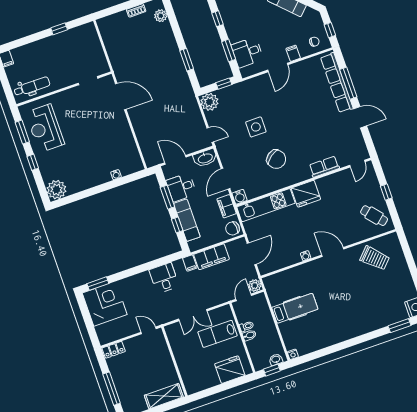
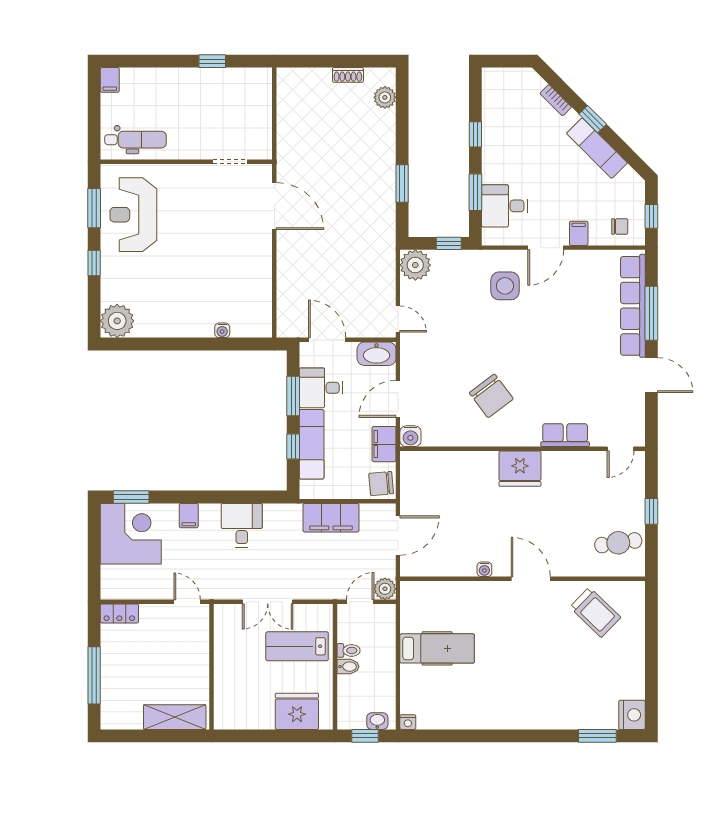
side table: (256, 127) -> (505, 286), moved
kitchen unit: (266, 205) -> (449, 465), removed
cafe table: (374, 216) -> (618, 543), turned -57
filing cabinet: (190, 263) -> (189, 516), moved

